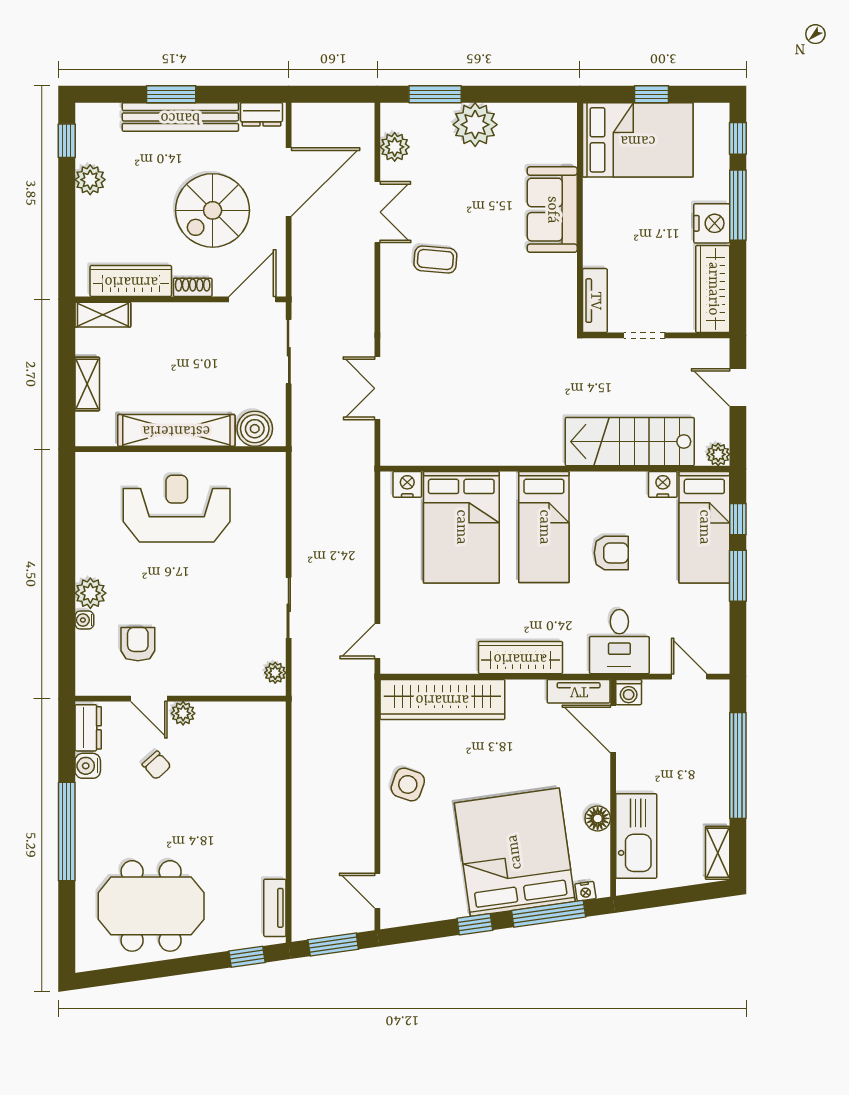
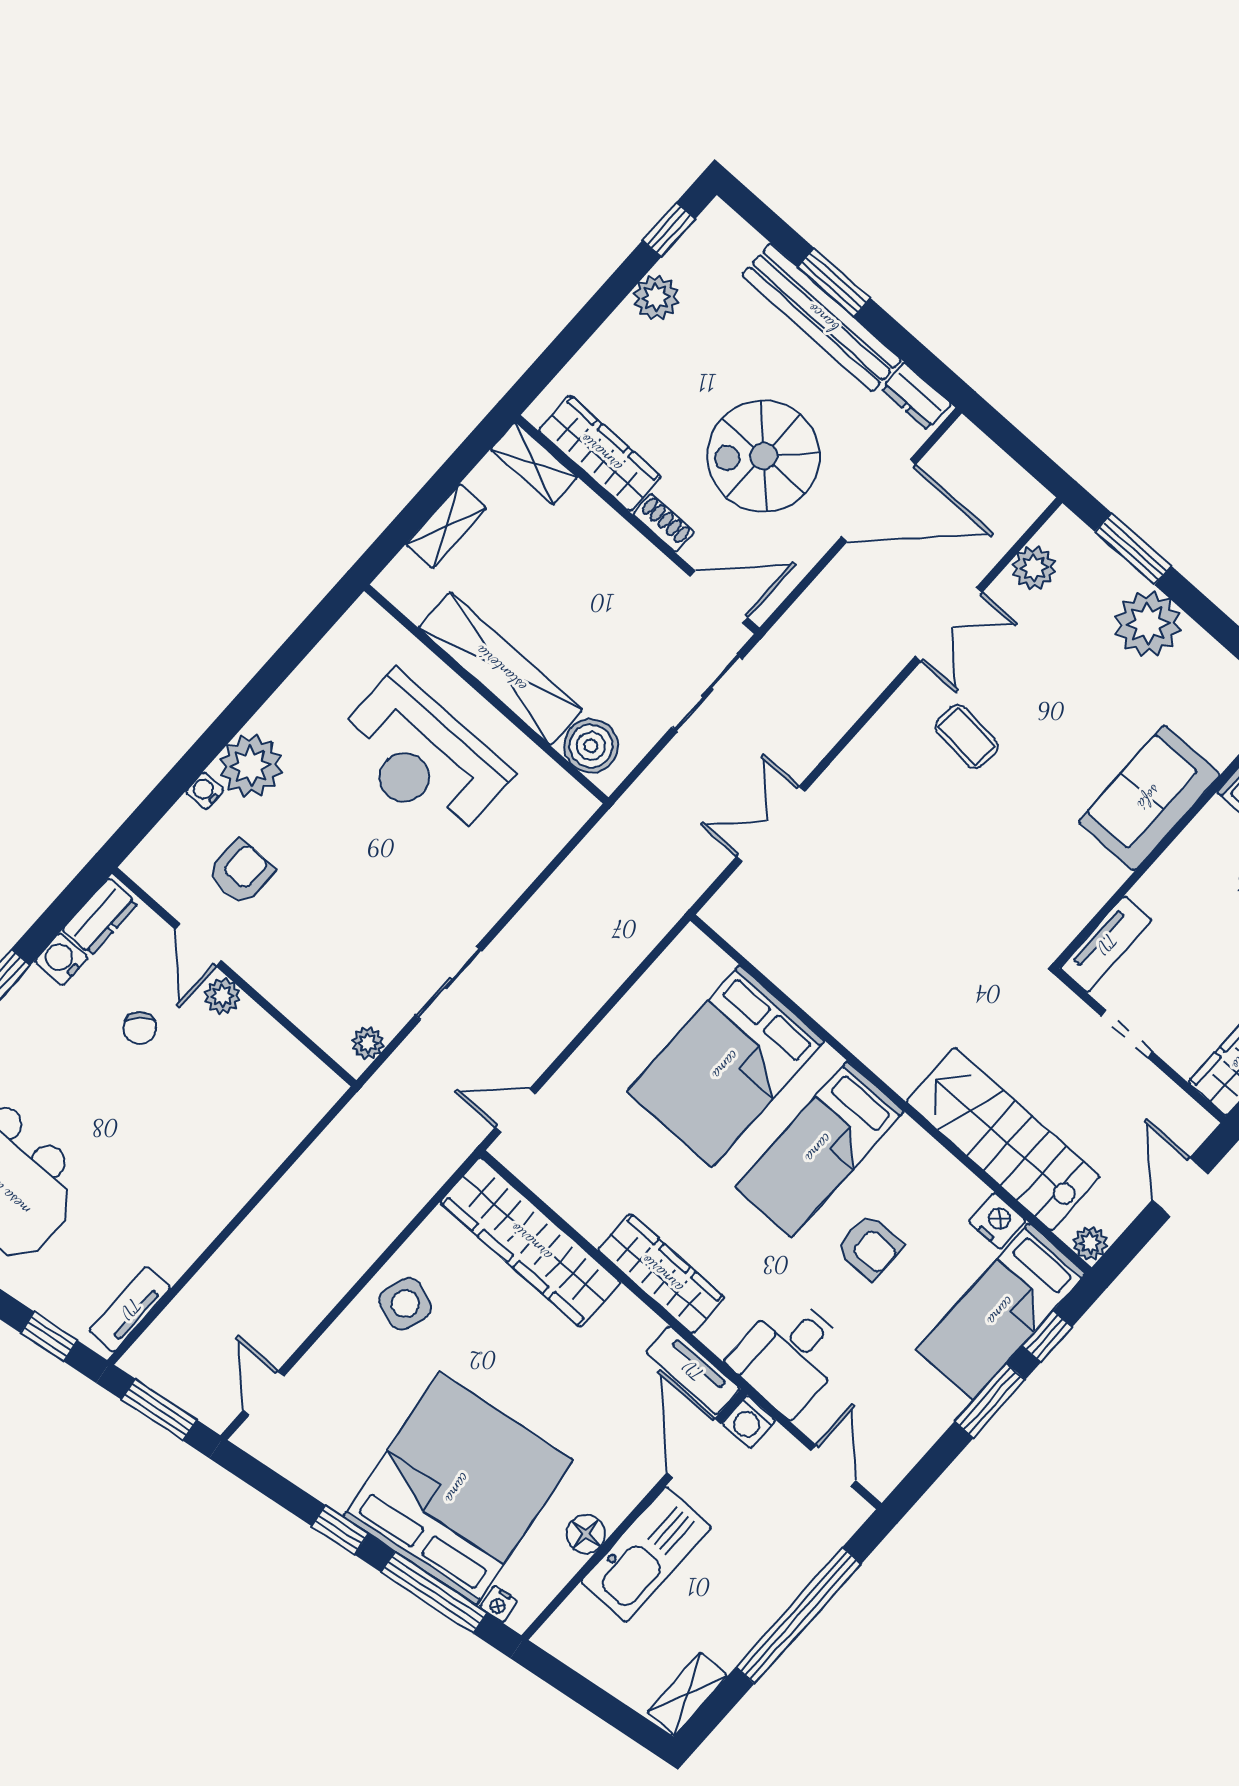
nightstand: (407, 484) -> (708, 963), removed
reception desk: (177, 509) -> (422, 758), turned 180
plant: (90, 593) -> (251, 766), width x1.36, depth x1.36
kitchen sink: (636, 836) -> (646, 1554), moved

